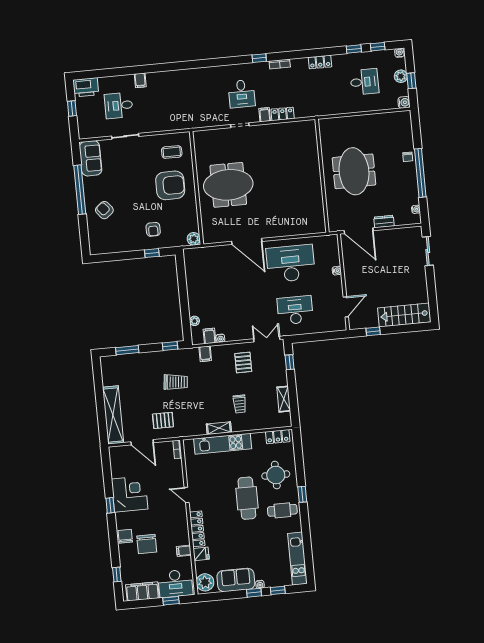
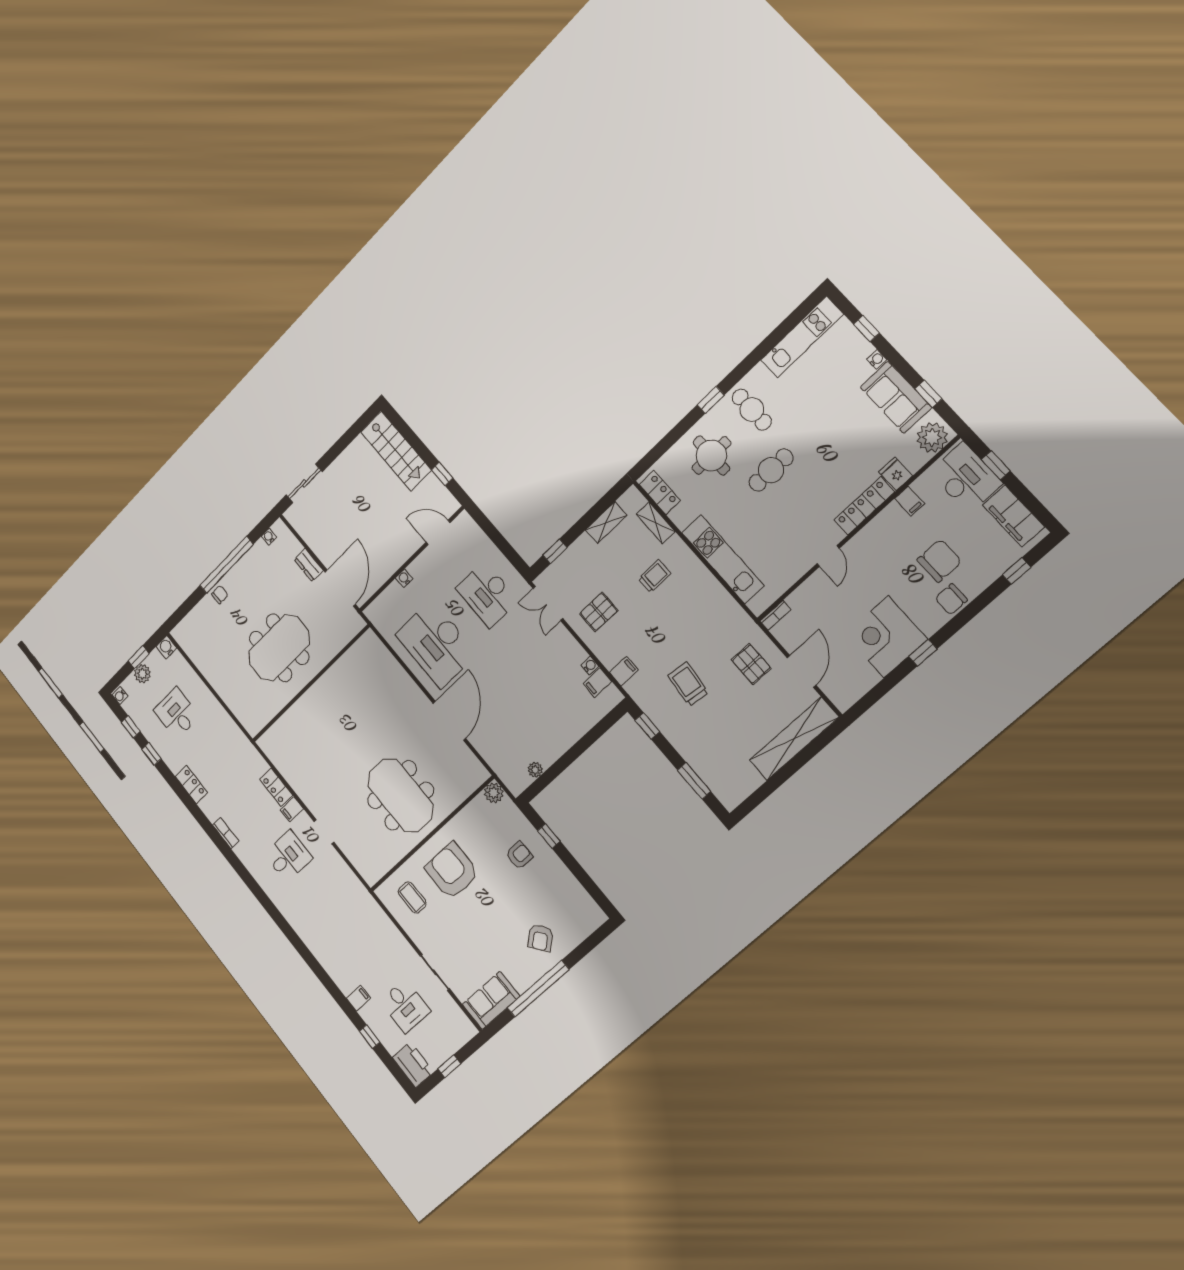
window: (259, 58) -> (370, 1037), moved
plant: (194, 321) -> (535, 770), moved
shelving: (219, 428) -> (656, 523), moved
cafe table: (247, 498) -> (771, 470), width x0.73, depth x0.74
window: (254, 593) -> (928, 394), moved

